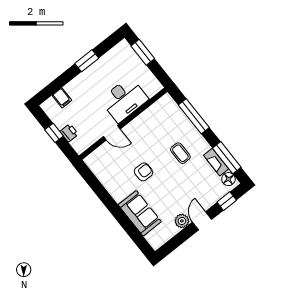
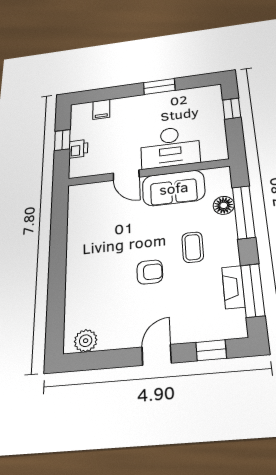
window: (143, 52) -> (232, 109), width x0.67
armchair: (143, 172) -> (150, 272), moved
floor lamp: (228, 179) -> (224, 205), moved
sofa: (140, 213) -> (174, 188), moved, turned 90
plant: (182, 221) -> (86, 341), moved

